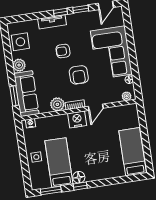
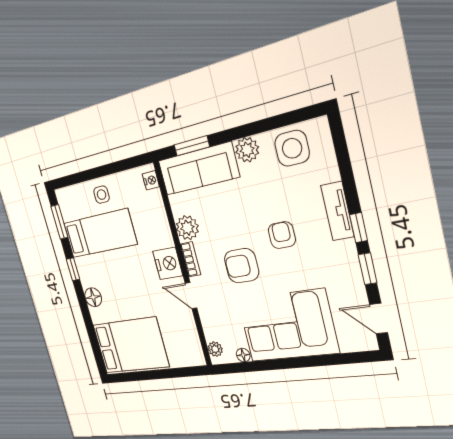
bed: (133, 152) -> (130, 346), width x1.50
floor lamp: (79, 177) -> (93, 297), moved

